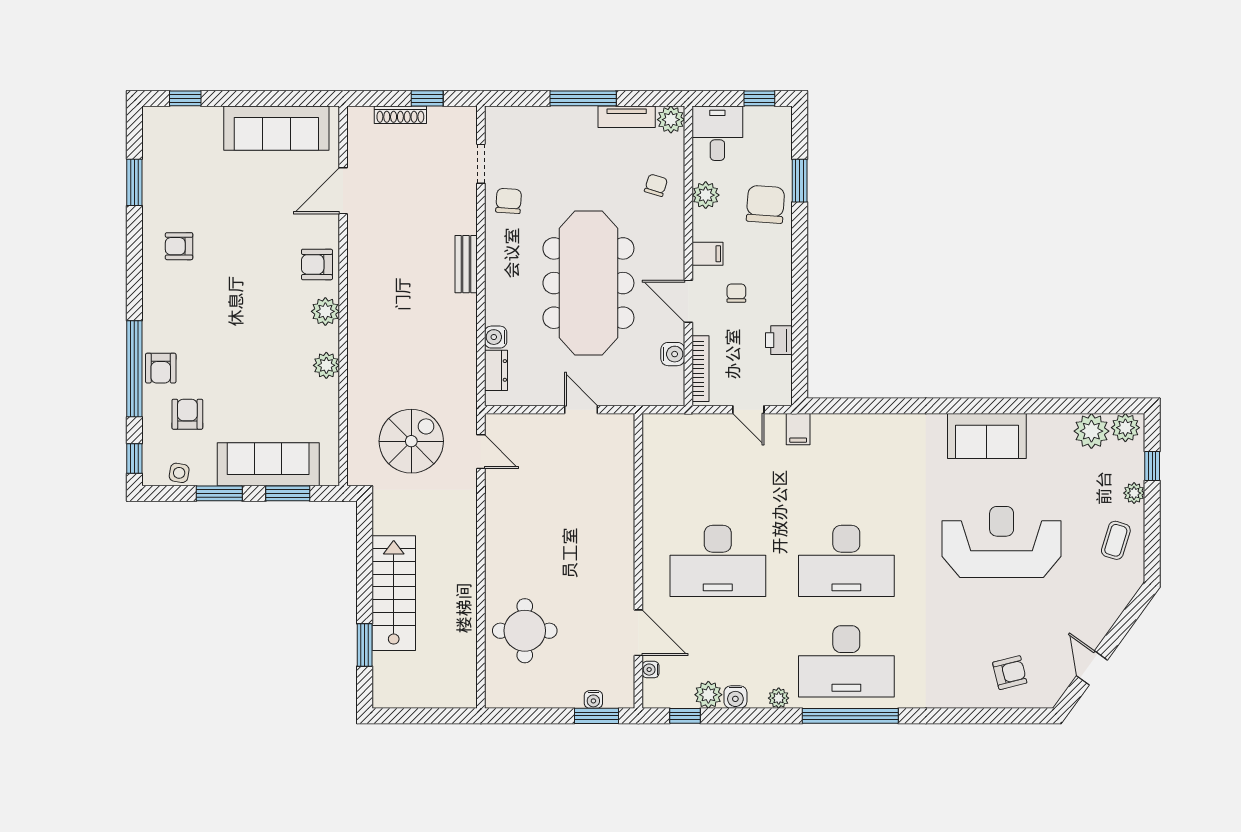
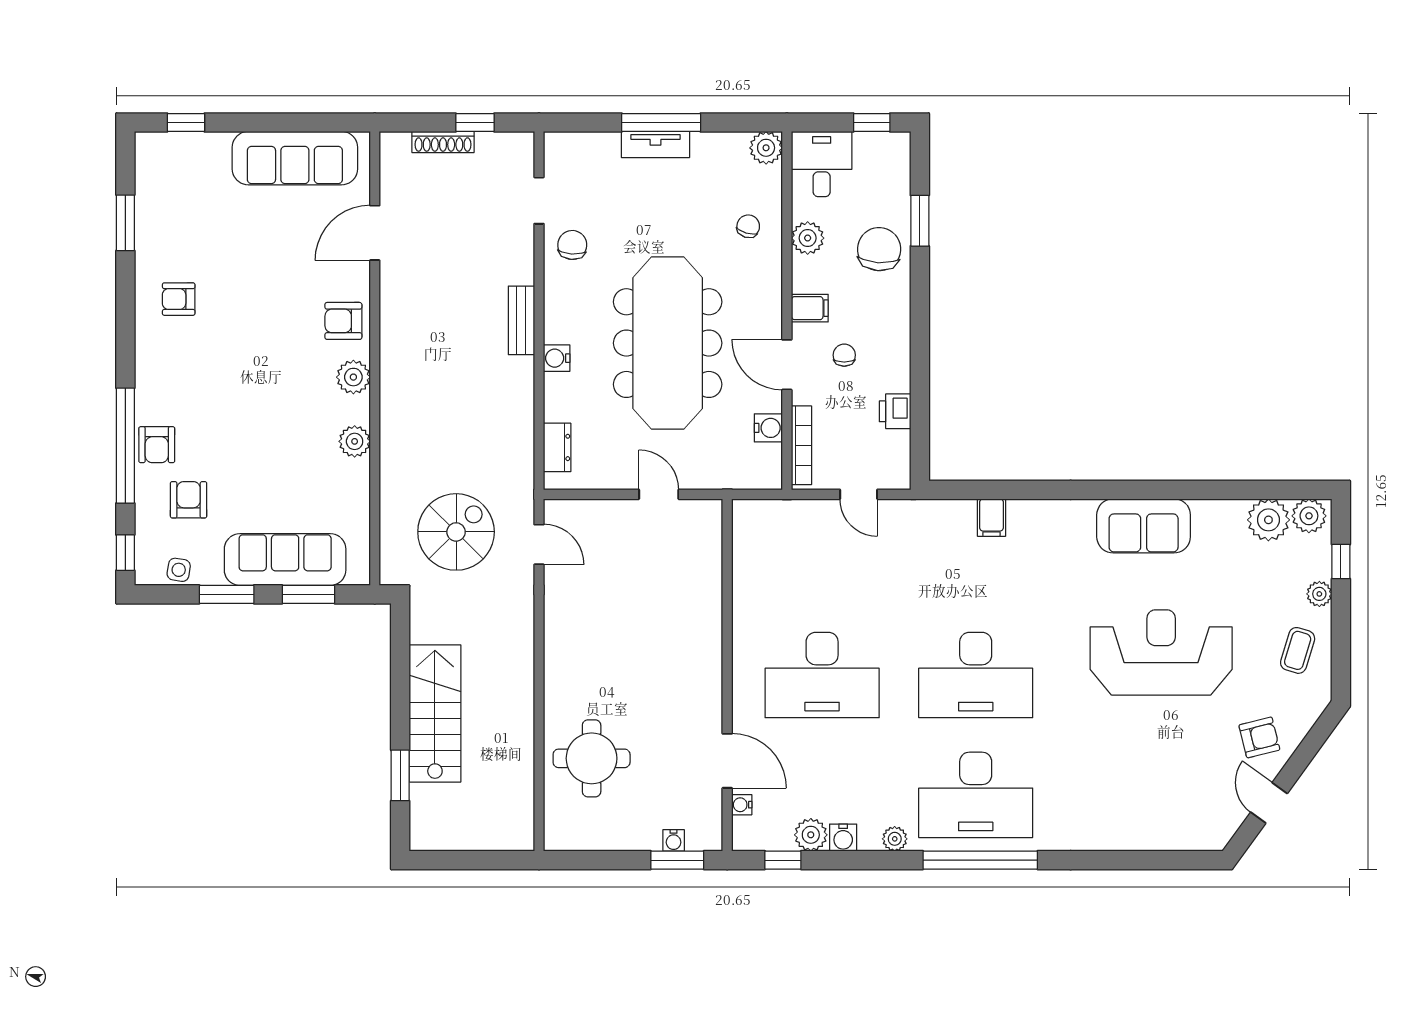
tv unit: (627, 117) -> (655, 144), moved
water cooler: (496, 337) -> (557, 358), moved
filing cabinet: (798, 429) -> (991, 518), moved
armchair: (1010, 673) -> (1259, 737), moved

